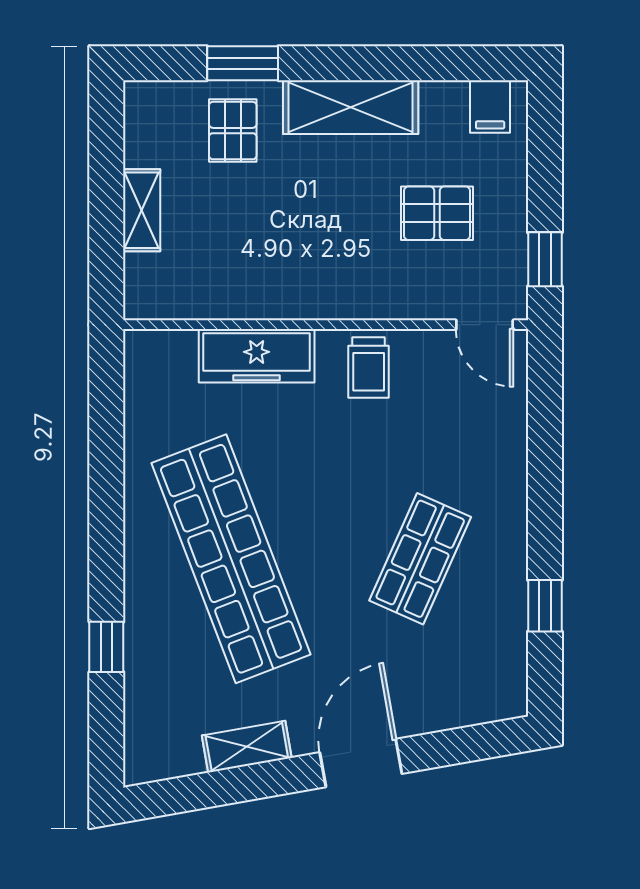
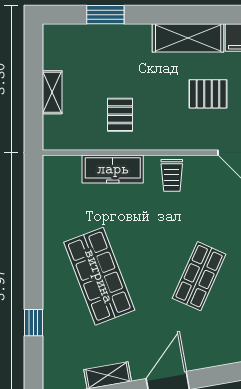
shelving: (351, 107) -> (188, 38), moved
pallet: (233, 131) -> (120, 115), moved
shop shelf: (231, 559) -> (99, 276), width x0.71

